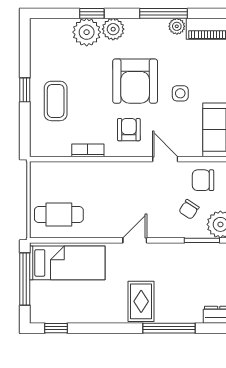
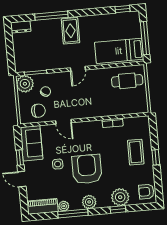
plant: (113, 29) -> (89, 202), moved
armchair: (129, 130) -> (146, 192), moved, turned 90

